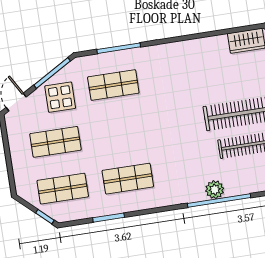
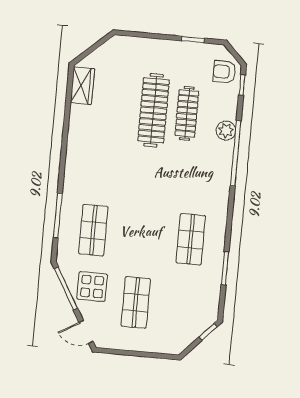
shop shelf: (63, 189) -> (184, 307), removed
plant: (215, 190) -> (226, 131), moved

